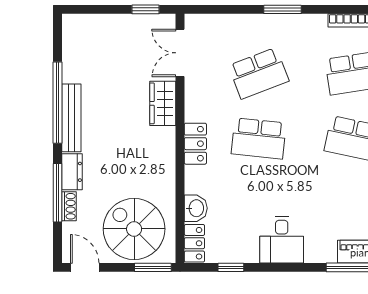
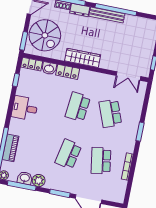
double door: (180, 53) -> (128, 76), swing flipped
wardrobe: (163, 103) -> (83, 58), moved, width x1.50
locker: (195, 144) -> (68, 72), moved
spiral stairs: (134, 229) -> (45, 35), turned 90

